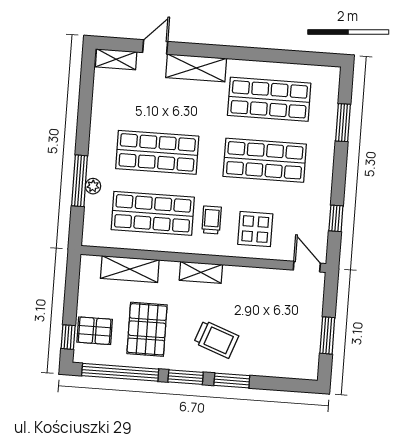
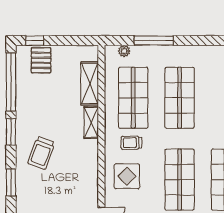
plant: (93, 186) -> (124, 51), moved
trolley: (212, 220) -> (131, 143), turned 180
shelving: (201, 272) -> (91, 122), moved
pallet: (147, 329) -> (45, 100), removed
window: (232, 381) -> (11, 182), moved

